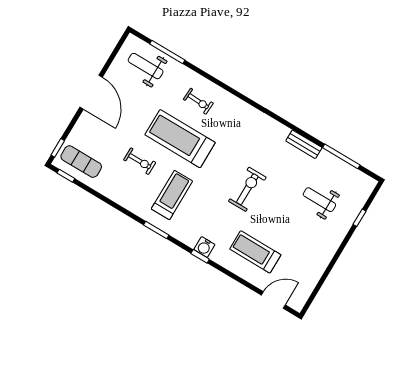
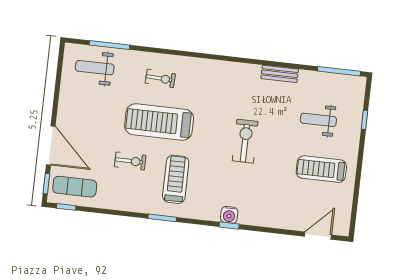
door: (91, 92) -> (51, 146), moved
window: (341, 156) -> (339, 71), moved
window: (156, 230) -> (162, 218), moved
treadmill: (255, 252) -> (321, 169), moved

